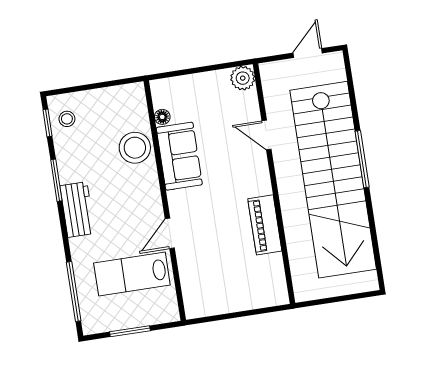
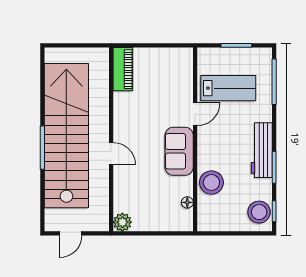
stool: (67, 119) -> (259, 212), width x1.89, depth x1.89
door: (267, 135) -> (111, 154), moved
sofa: (179, 156) -> (179, 151), moved
workbench: (77, 210) -> (262, 150), width x1.38
piano: (265, 225) -> (123, 69), moved

